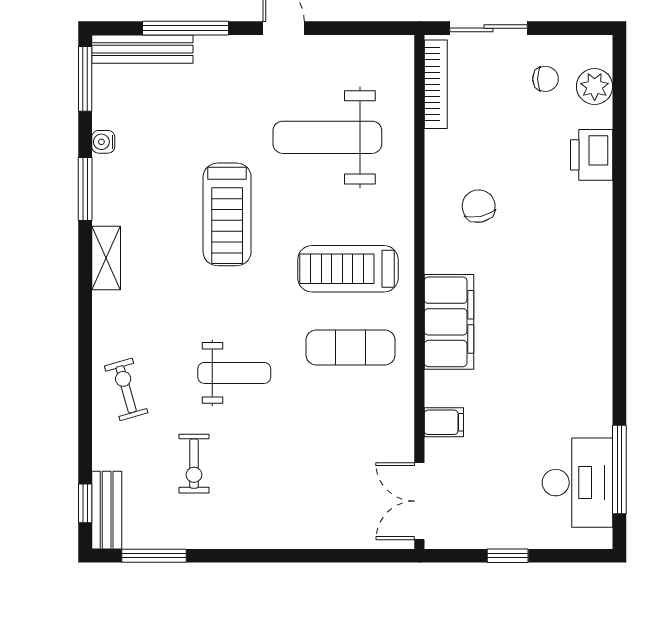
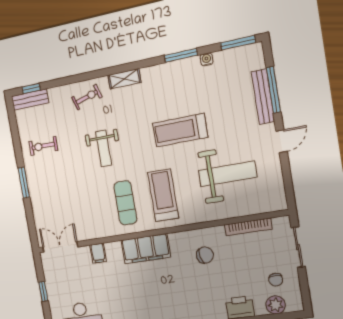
bench: (142, 49) -> (263, 97), moved
bookcase: (436, 84) -> (248, 227), moved
weight bench: (327, 137) -> (227, 174), turned 90
shelving: (106, 258) -> (124, 79), moved
exercise bike: (194, 464) -> (43, 146), moved
window: (154, 556) -> (24, 183), moved

